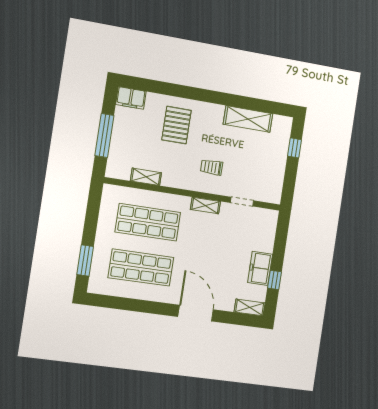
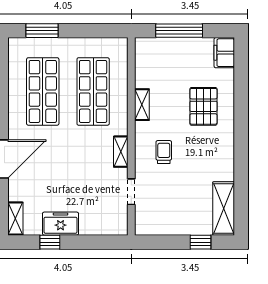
shelving: (248, 119) -> (224, 208), moved
pallet: (176, 125) -> (203, 106), turned 90
shelving: (146, 177) -> (142, 105), moved

